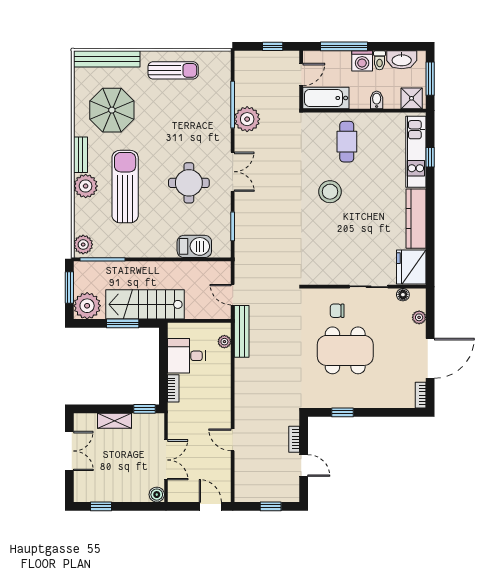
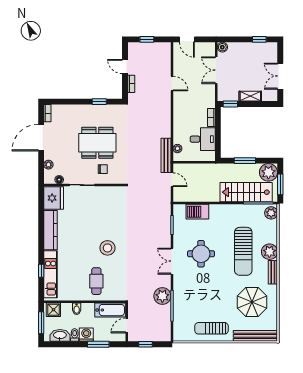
window: (344, 46) -> (98, 344), width x0.69
stairs: (145, 304) -> (246, 192), moved, turned 180

